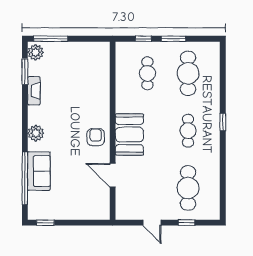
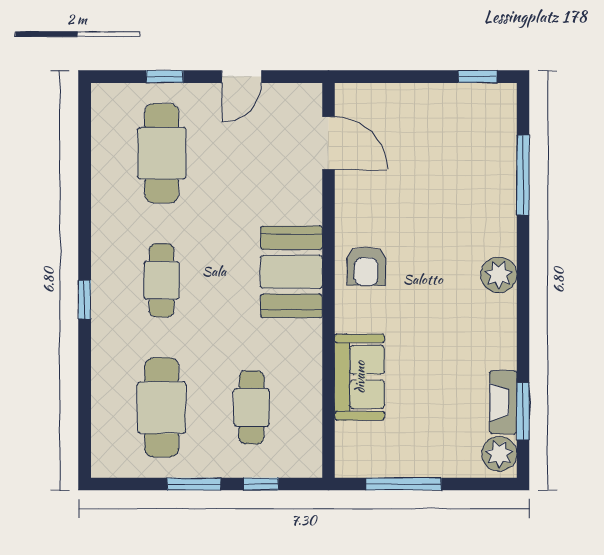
window: (51, 39) -> (404, 484), moved
fireplace: (34, 91) -> (503, 402), moved
sofa: (39, 171) -> (360, 377), moved, turned 180
door: (113, 175) -> (329, 143), moved
window: (25, 178) -> (523, 175), width x0.68
door: (152, 223) -> (241, 77), swing flipped

